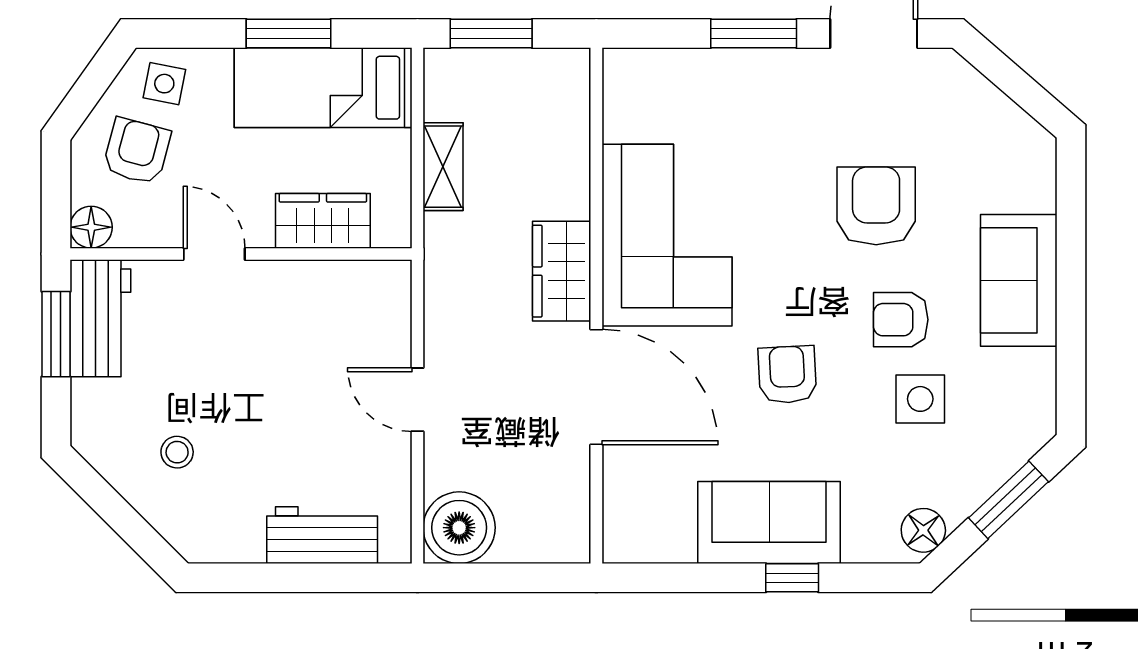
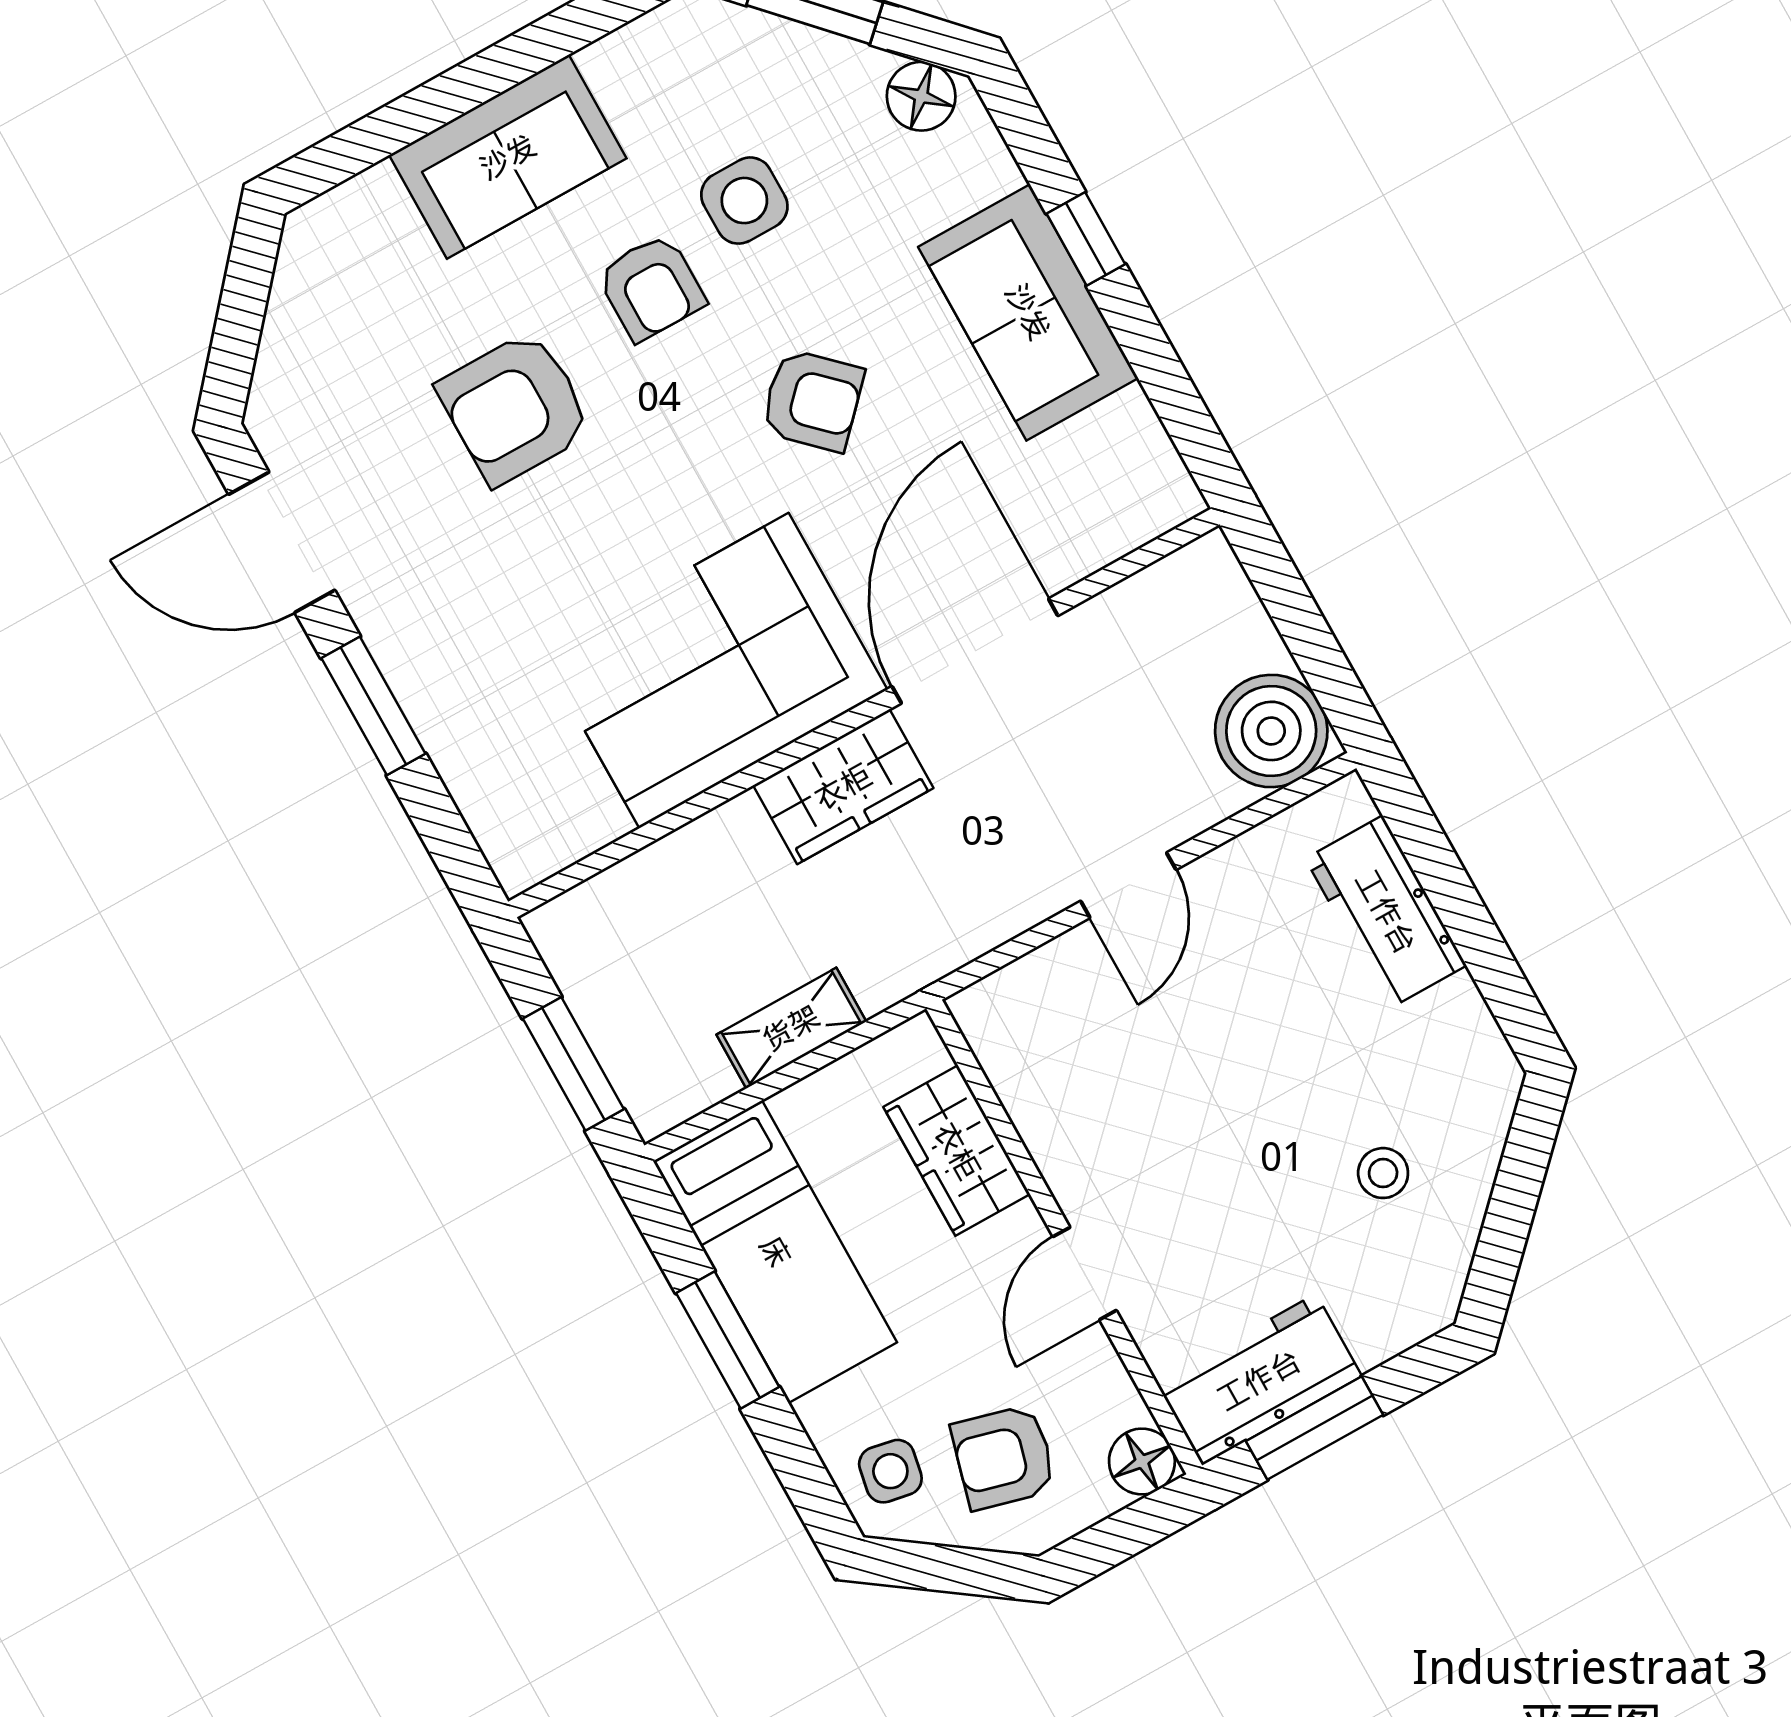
armchair: (787, 375) -> (813, 400), turned -133

